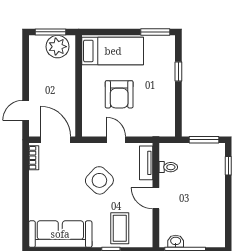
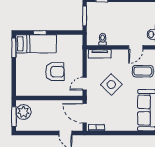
bed: (113, 51) -> (36, 44), moved, turned 90
door: (56, 140) -> (85, 113), hinge flipped
door: (116, 140) -> (85, 84), moved
door: (156, 198) -> (136, 47), moved

